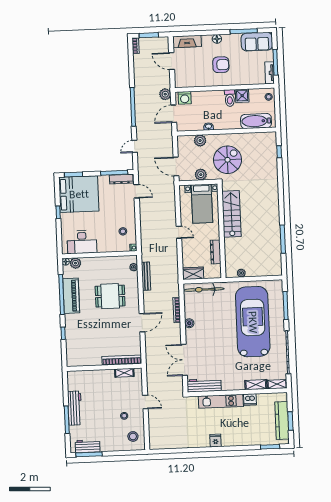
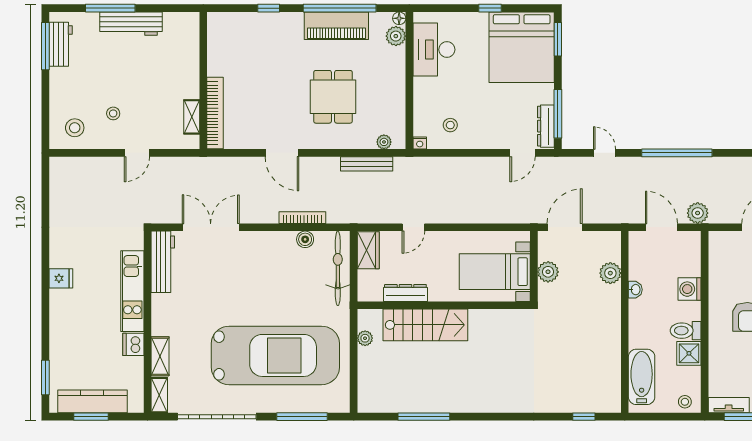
washing machine: (185, 98) -> (690, 289), moved
spiral stairs: (228, 160) -> (573, 322), removed
stairs: (231, 214) -> (425, 325), moved
door: (179, 232) -> (413, 227), moved
boiler: (189, 323) -> (305, 239), moved

